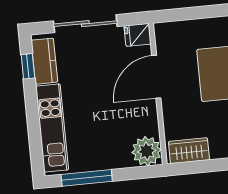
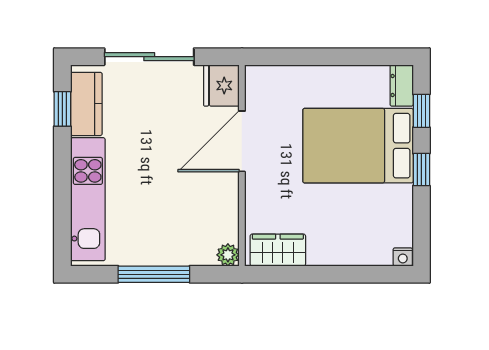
fridge: (138, 35) -> (221, 86), width x1.38
plant: (147, 151) -> (228, 255), width x0.53, depth x0.53
window: (87, 178) -> (154, 274), moved

